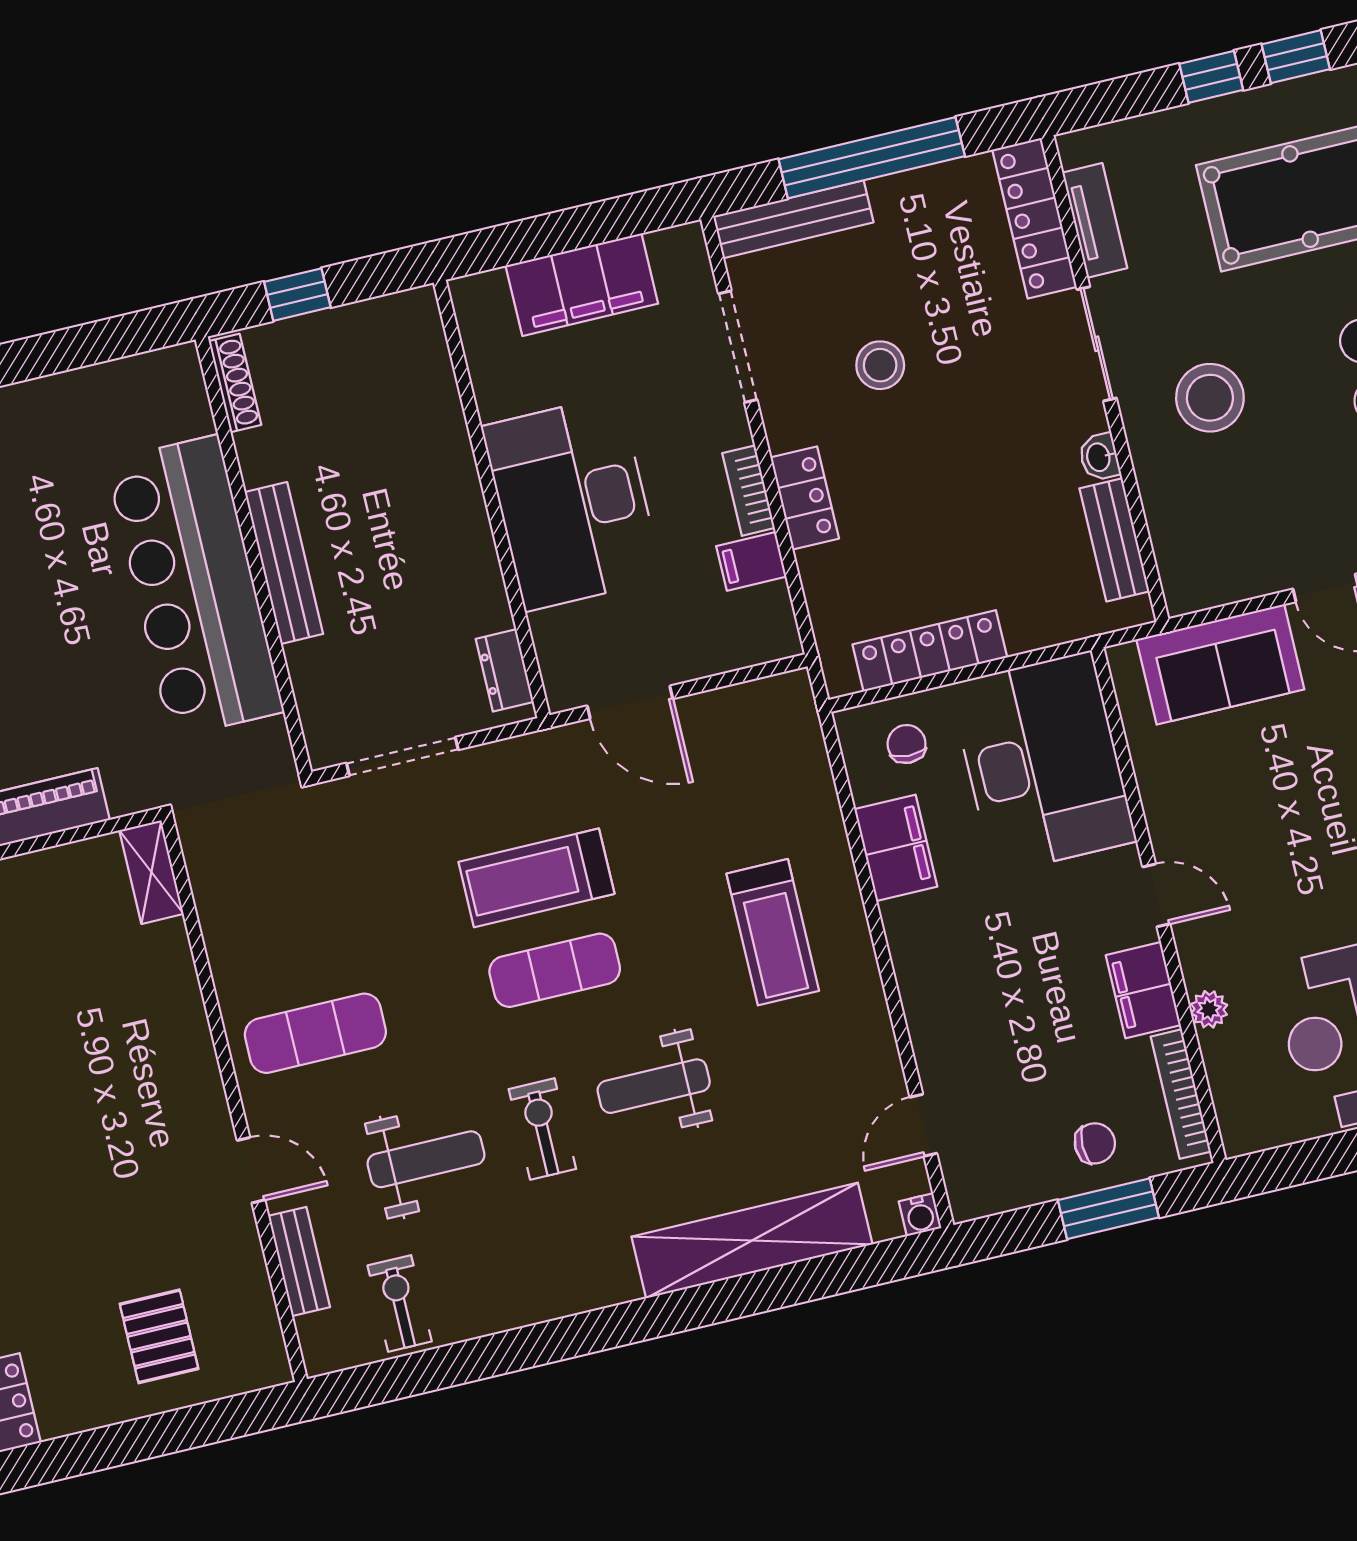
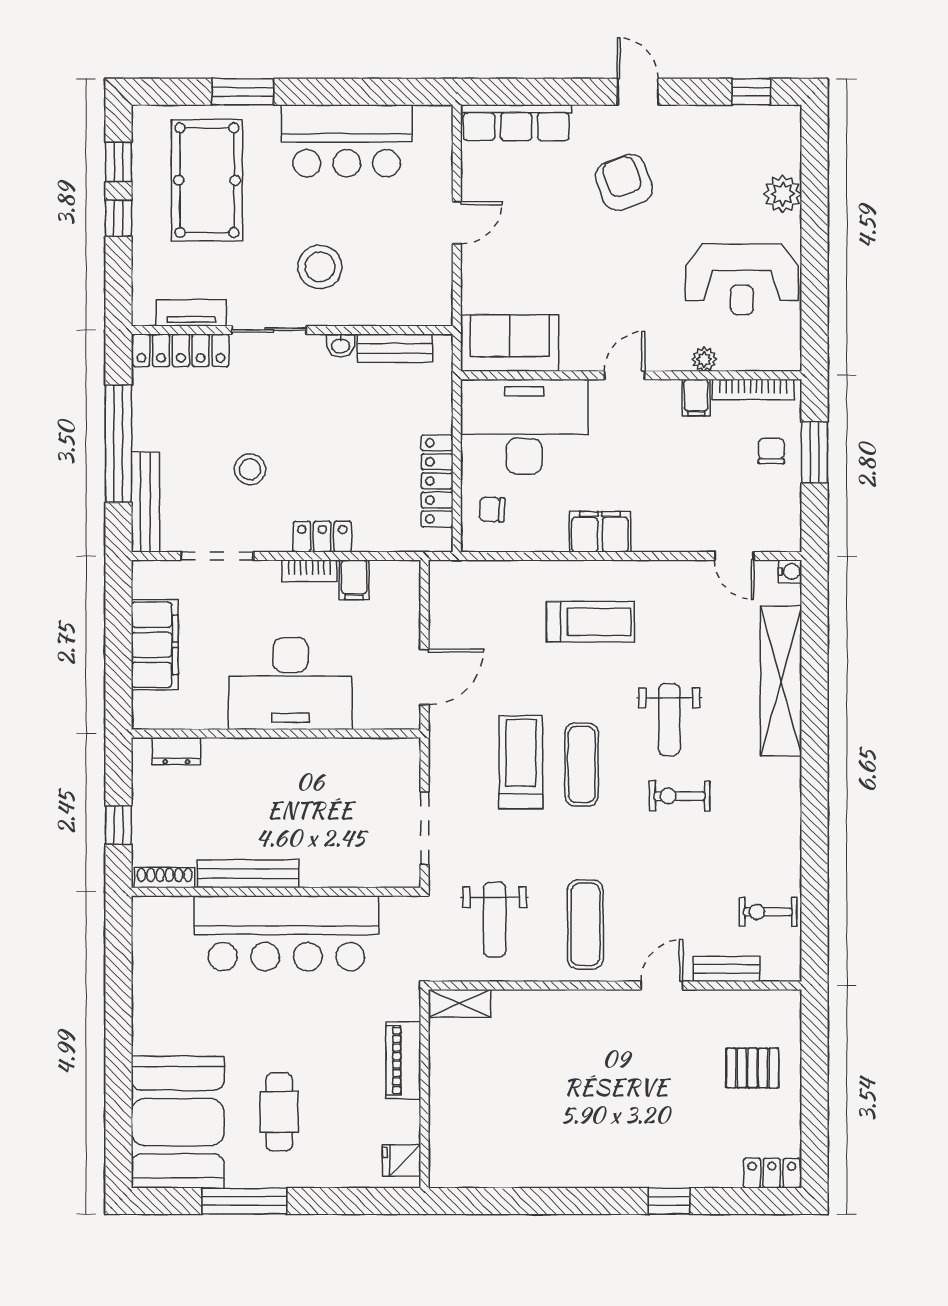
bench: (284, 563) -> (248, 874), moved
sofa: (1220, 664) -> (510, 343), moved, turned -90
dresser: (505, 670) -> (176, 751), moved
filing cabinet: (896, 848) -> (600, 532), moved
treadmill: (536, 878) -> (521, 762), turned 180
filing cabinet: (1143, 990) -> (696, 398), width x0.50
weight bench: (426, 1159) -> (495, 920), moved, turned 180

